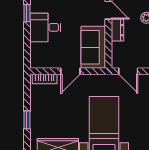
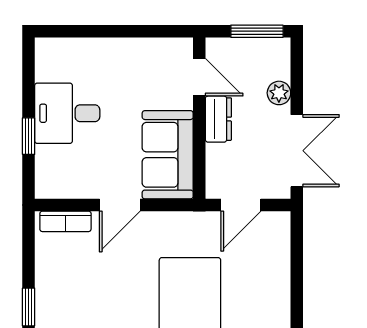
window: (27, 13) -> (29, 136), moved
door: (128, 71) -> (241, 205), hinge flipped

